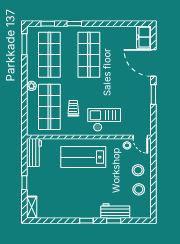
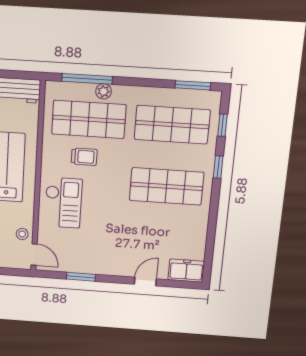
door: (153, 63) -> (145, 282), width x0.53
plant: (31, 86) -> (104, 91), moved
window: (153, 95) -> (81, 277), moved
window: (24, 110) -> (87, 79), added
door: (140, 137) -> (34, 255), swing flipped

